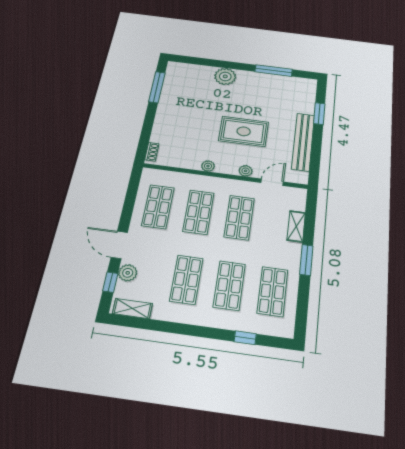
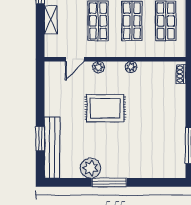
window: (274, 71) -> (109, 182), moved
plant: (225, 76) -> (90, 168), moved
bench: (303, 142) -> (52, 148), moved

